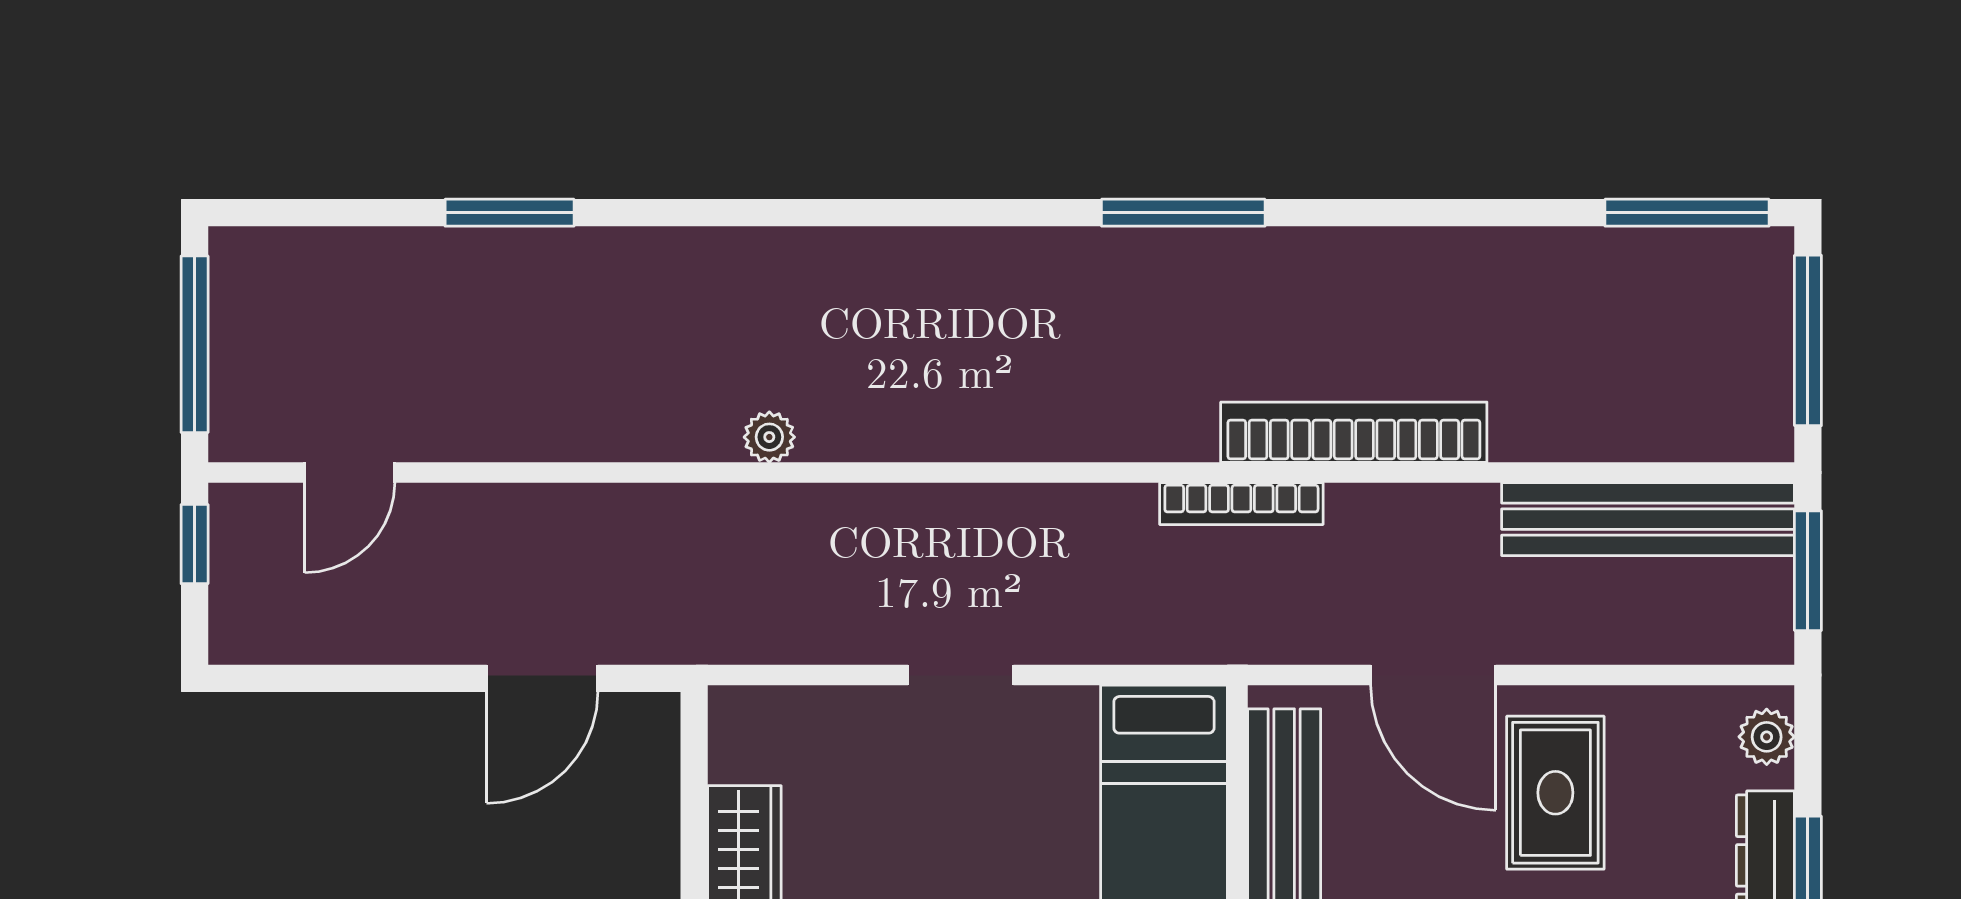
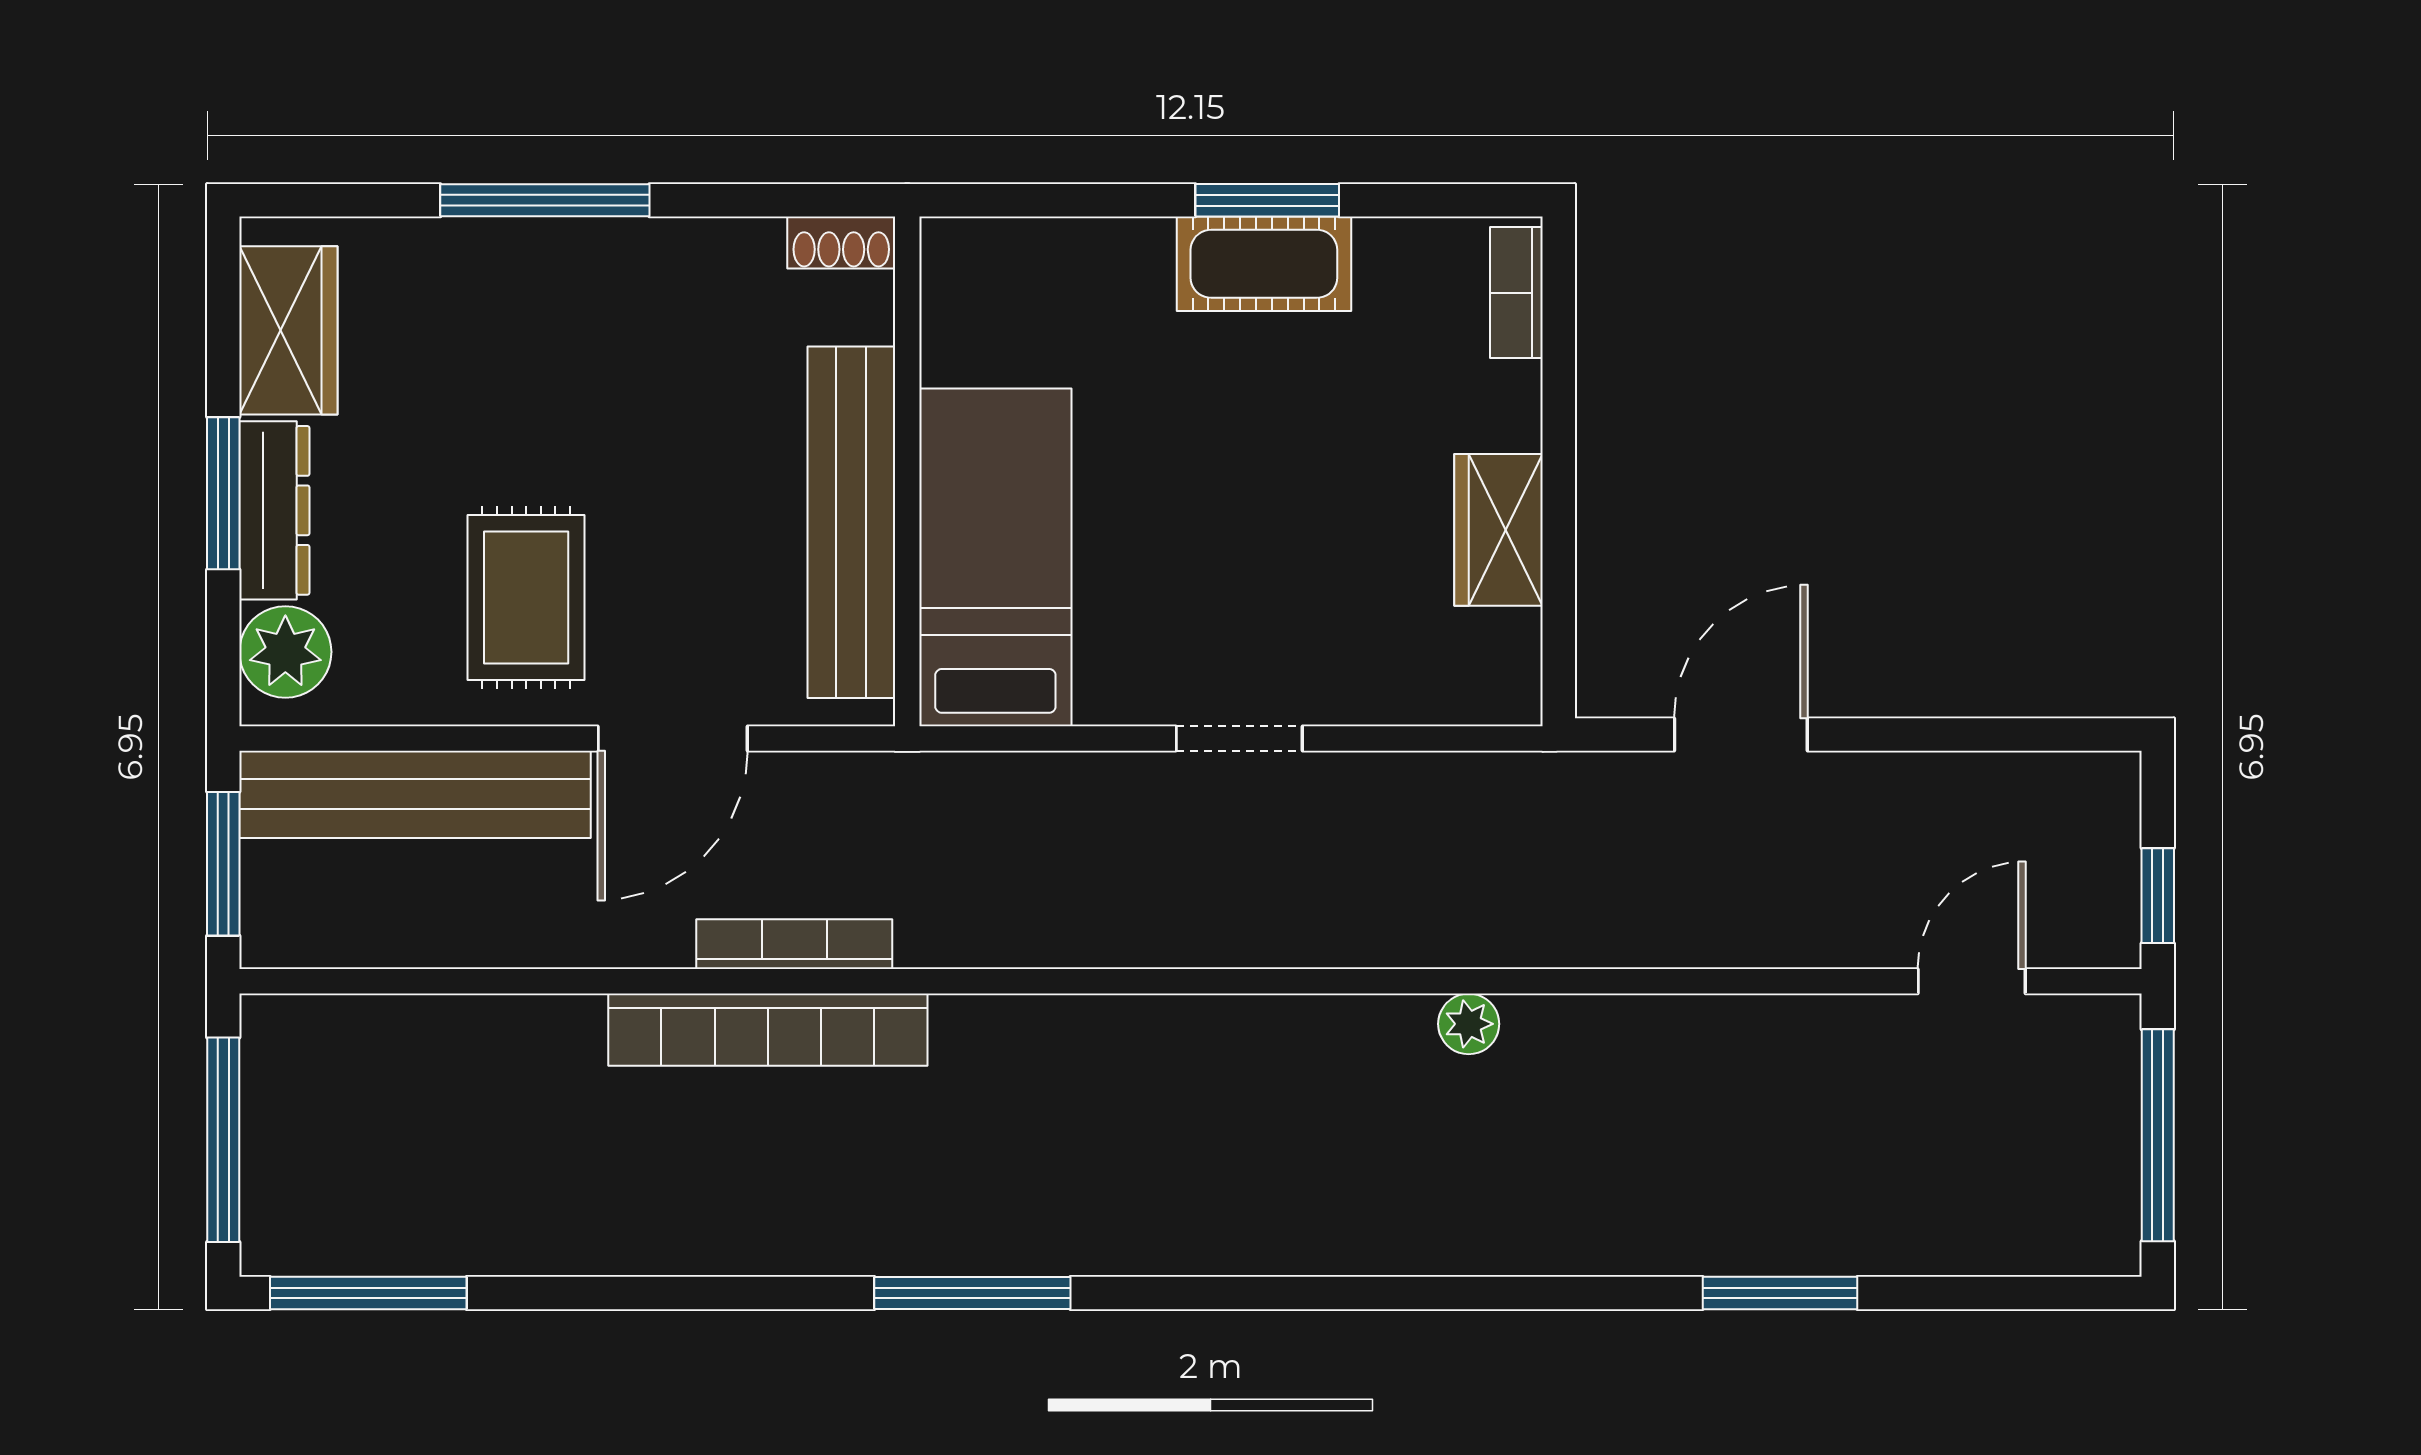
bookcase: (1241, 504) -> (794, 944), moved
bench: (1648, 519) -> (415, 794), moved
door: (1433, 675) -> (673, 738), swing flipped
plant: (1767, 737) -> (285, 652), width x1.38, depth x1.38

